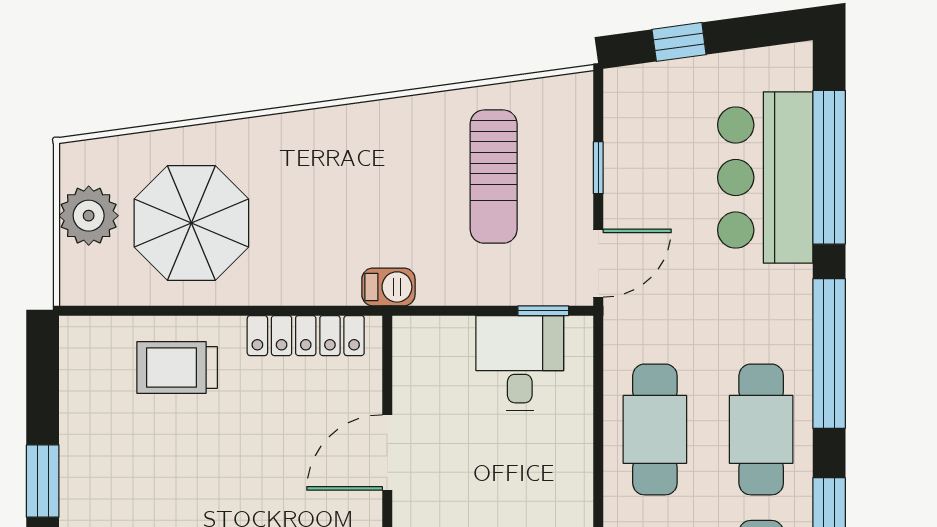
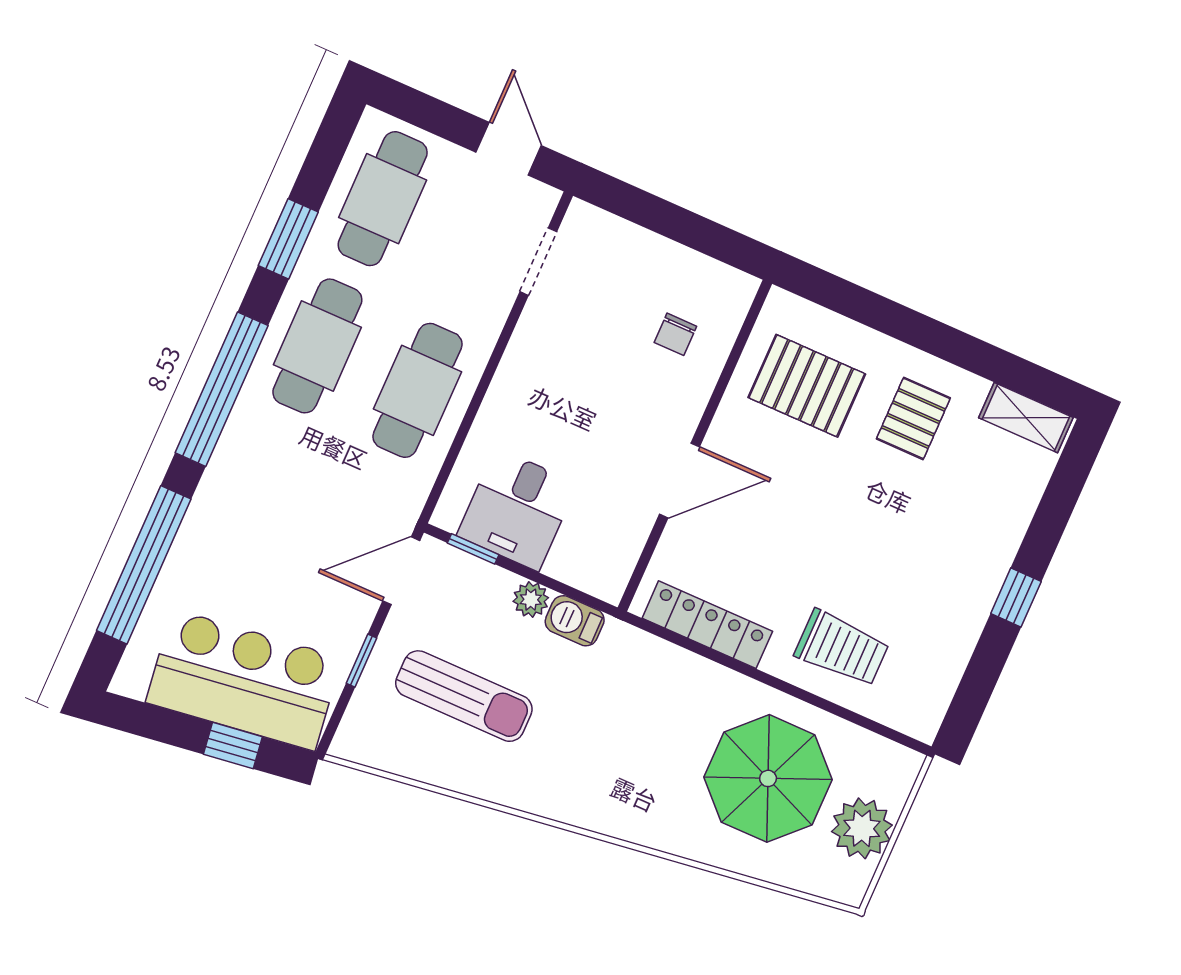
sun lounger: (494, 177) -> (464, 696), turned 90
bar counter: (765, 177) -> (244, 680), moved, turned -98
barbecue: (388, 287) -> (575, 621), moved
plant: (472, 288) -> (531, 600), added
window: (43, 481) -> (1016, 598), width x0.67

